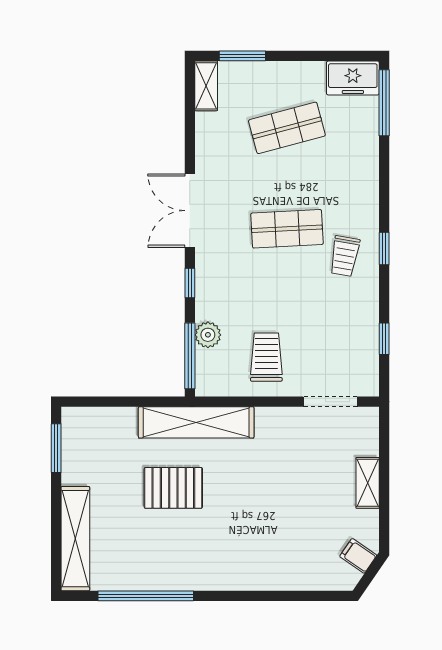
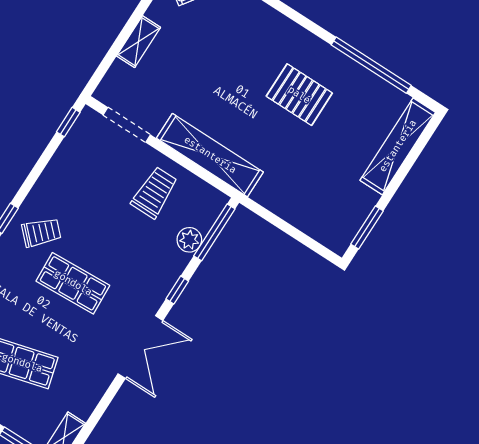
trolley: (345, 256) -> (41, 232), turned 35
window: (384, 339) -> (68, 122), moved
trolley: (266, 357) -> (154, 192), turned 180
shelving: (196, 422) -> (210, 155), moved
pallet: (173, 488) -> (299, 95), moved

